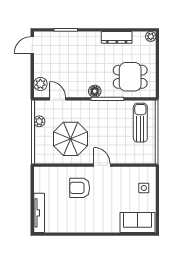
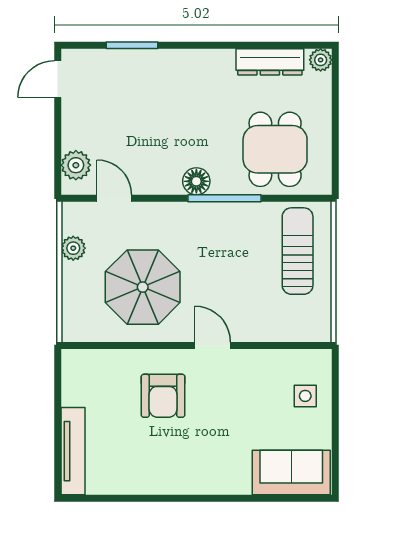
dresser: (117, 37) -> (270, 62), moved
dining table: (130, 77) -> (275, 149), turned 90
armchair: (80, 188) -> (163, 396), turned -90

